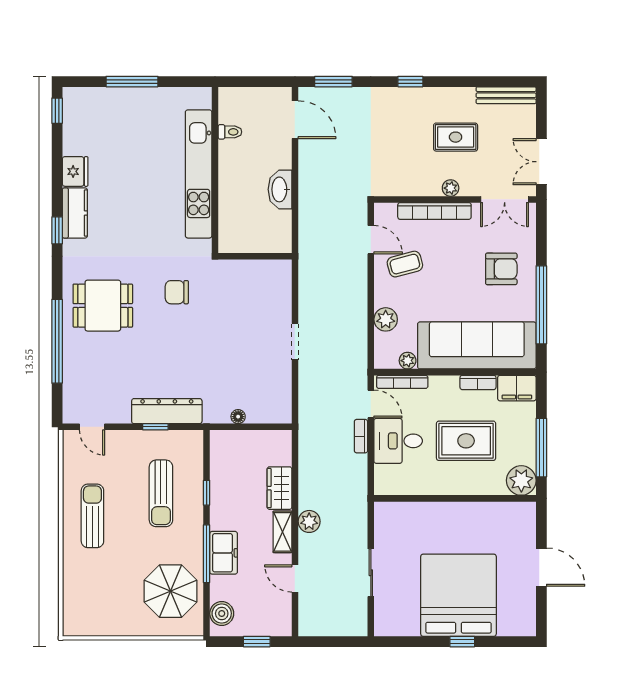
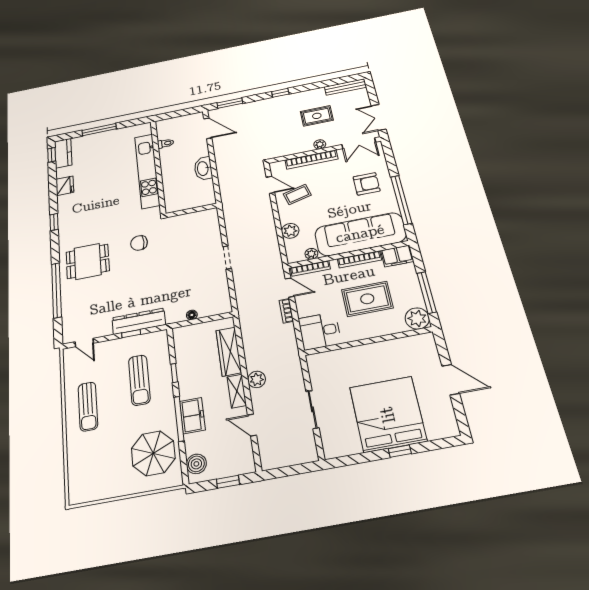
kitchen counter: (75, 213) -> (63, 153), moved
bookcase: (478, 382) -> (359, 259), width x1.56
desk: (398, 441) -> (320, 331), moved
wardrobe: (279, 488) -> (229, 352), width x1.50
sun lounger: (92, 516) -> (88, 406), turned 180

